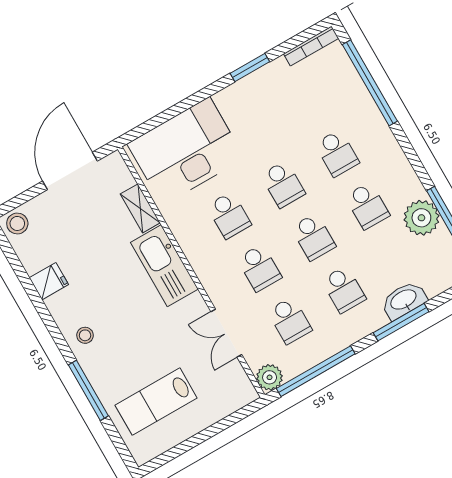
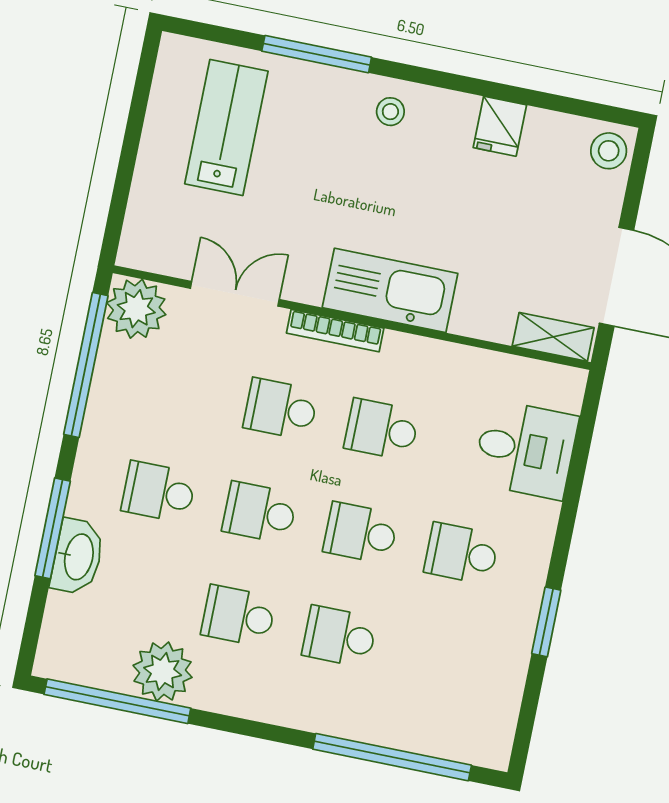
bookcase: (311, 46) -> (335, 331), moved, turned -90
desk: (186, 151) -> (526, 450), width x0.53, depth x0.77
shelving: (140, 208) -> (553, 337), moved
school desk: (290, 321) -> (462, 554), moved
plant: (270, 377) -> (136, 309), width x1.36, depth x1.36

